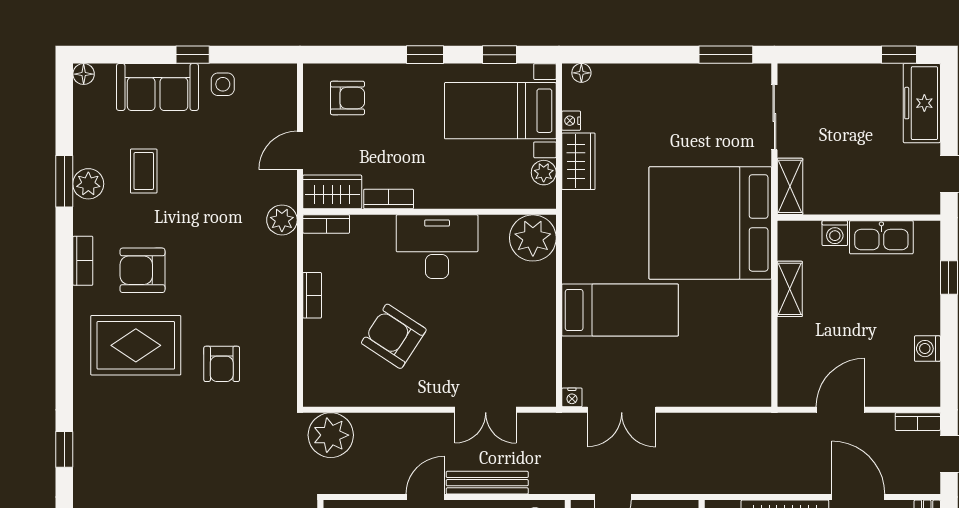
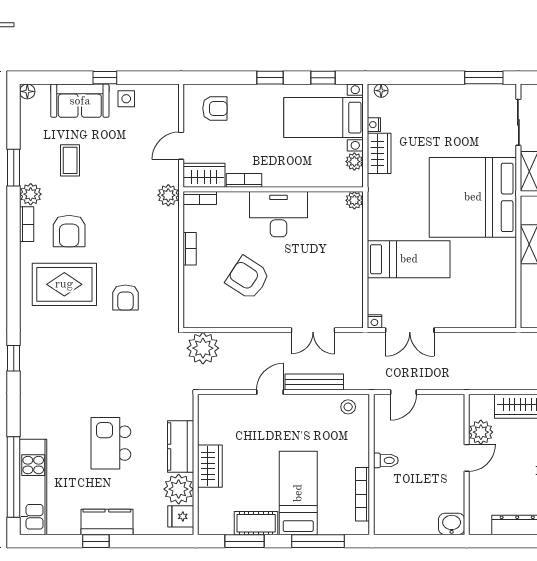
plant: (88, 184) -> (31, 194), moved
plant: (533, 238) -> (354, 200), width x0.53, depth x0.53
armchair: (142, 270) -> (69, 231), turned -90

